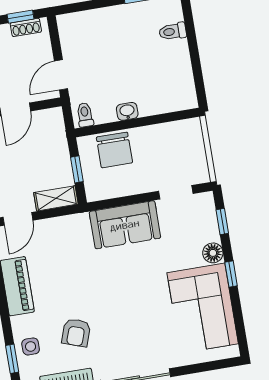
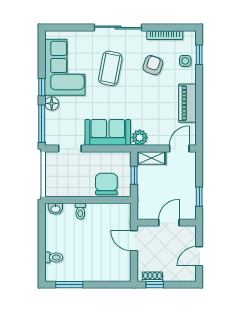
door: (61, 75) -> (134, 241), swing flipped
washbasin: (127, 111) -> (55, 209), moved
toilet: (85, 115) -> (80, 211), moved
window: (222, 221) -> (42, 124), width x2.17
plant: (78, 225) -> (140, 138), added
coffee table: (137, 318) -> (110, 68), added

